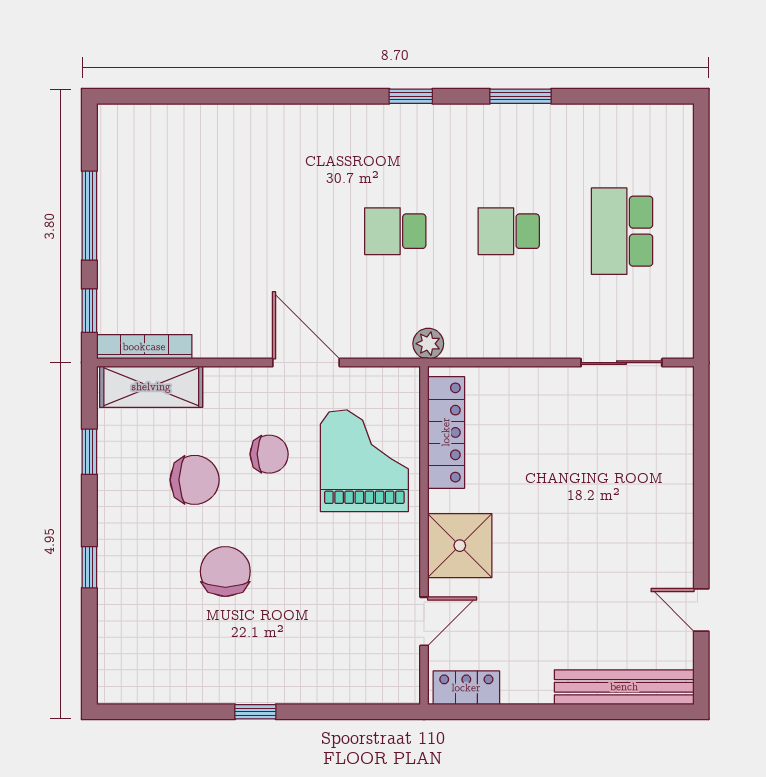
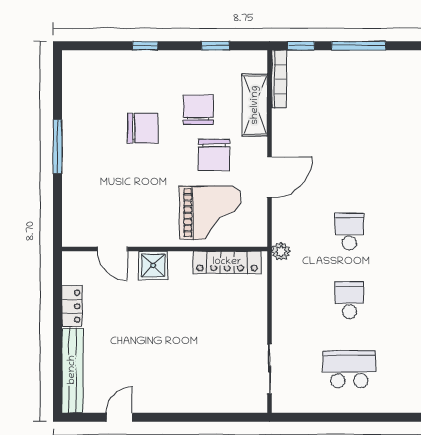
shelving: (151, 387) -> (255, 105), moved
chair: (269, 454) -> (214, 155), width x1.37, depth x1.37
chair: (195, 480) -> (198, 110), turned 180
shower: (460, 546) -> (153, 265), width x0.73, depth x0.73
locker: (466, 688) -> (72, 306), moved
window: (255, 712) -> (58, 147), width x2.17

